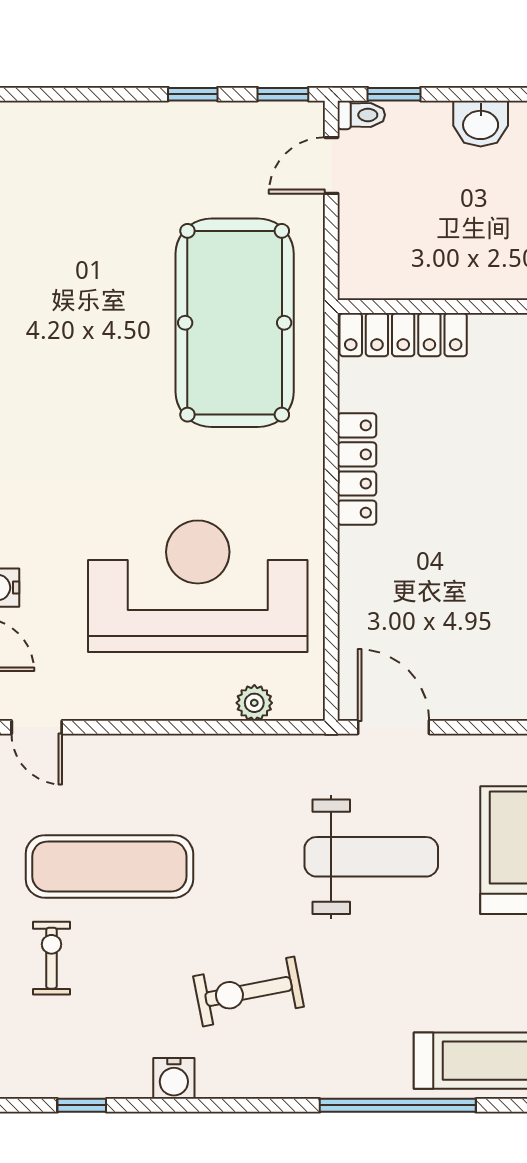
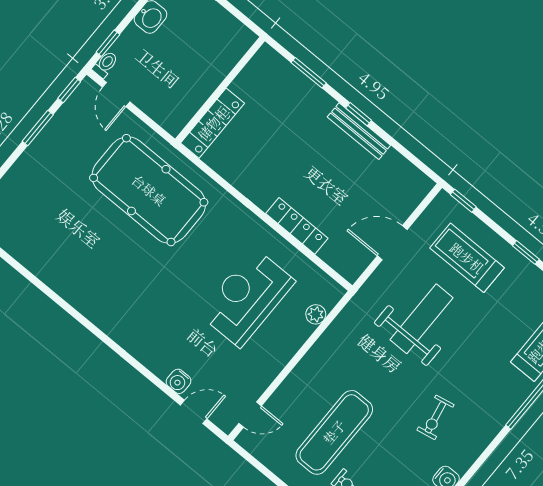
window: (193, 94) -> (38, 128), width x1.50
locker: (357, 469) -> (297, 226), moved
reception desk: (198, 586) -> (247, 298), width x0.74, depth x0.77
door: (393, 727) -> (392, 243), moved
exercise bike: (249, 991) -> (435, 417), width x0.73, depth x0.72

